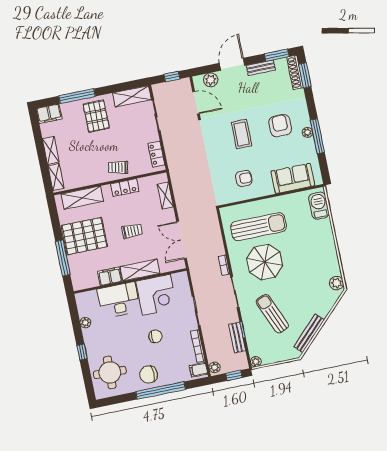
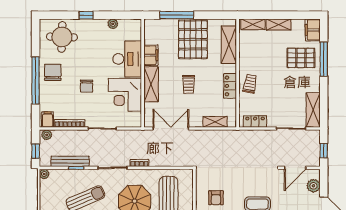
pallet: (96, 116) -> (301, 58), moved
bench: (237, 337) -> (70, 161), width x1.36

